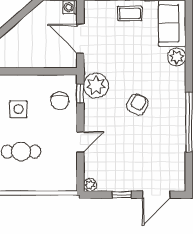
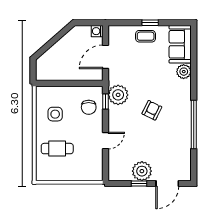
door: (80, 39) -> (105, 57), hinge flipped
plant: (90, 185) -> (142, 171), moved, width x1.87, depth x1.87

